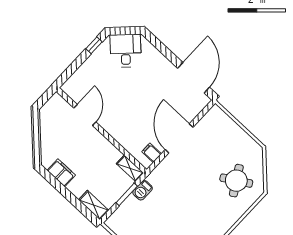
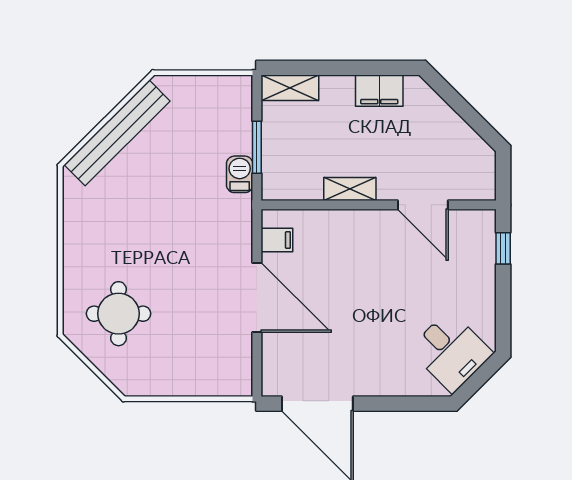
window: (94, 45) -> (503, 248), moved
shelving: (130, 168) -> (350, 189), moved
round table: (236, 181) -> (119, 314), turned 31

